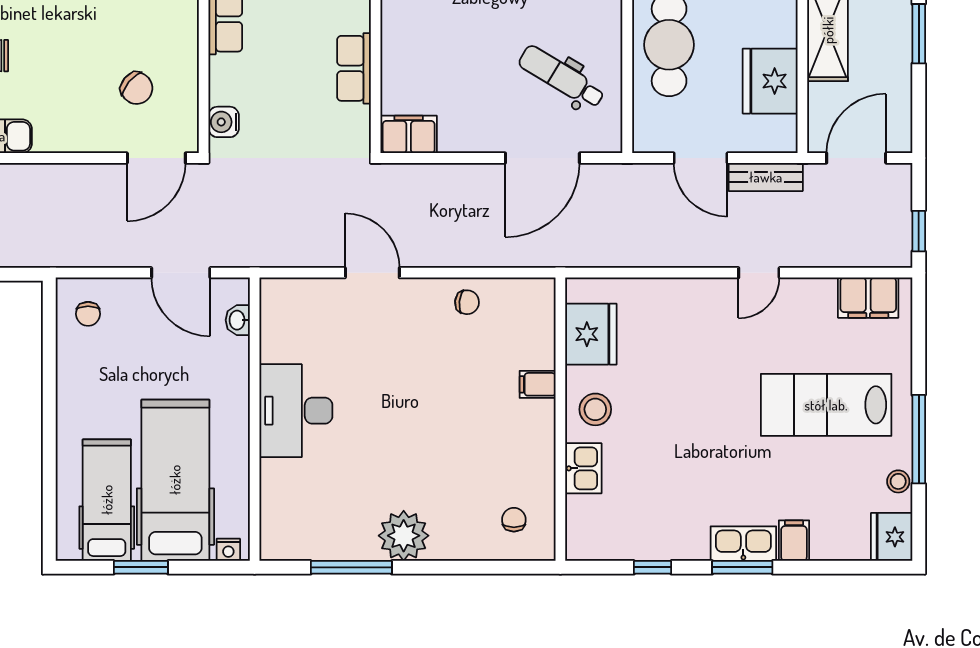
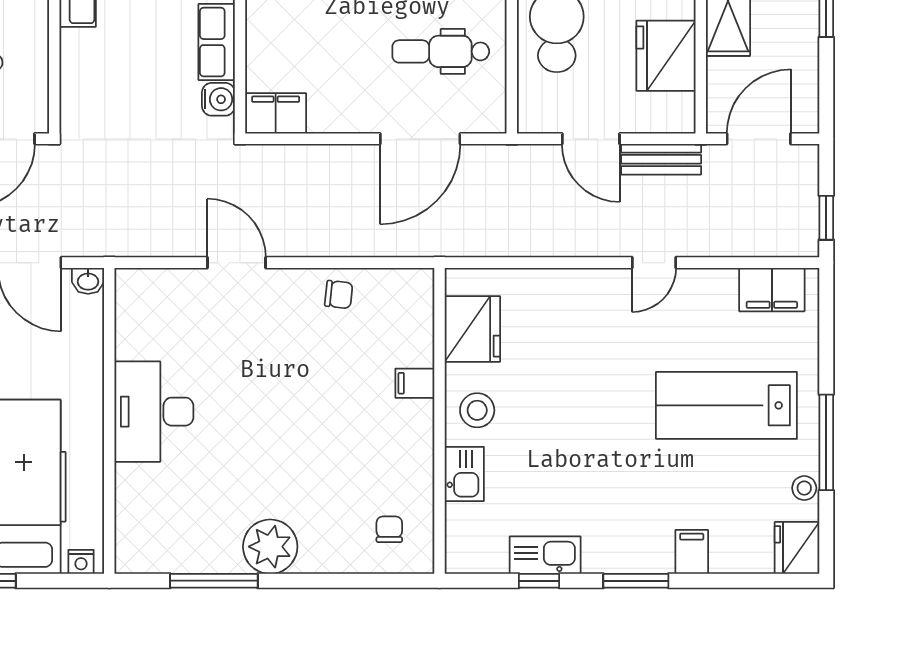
dental chair: (562, 77) -> (441, 51), turned -31
water cooler: (224, 122) -> (218, 99), moved, turned 180
washbasin: (238, 320) -> (88, 281), moved, turned -90
kitchen sink: (743, 544) -> (545, 555), moved

